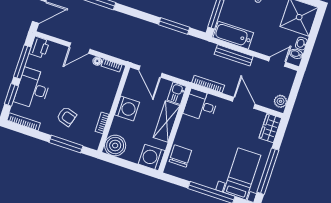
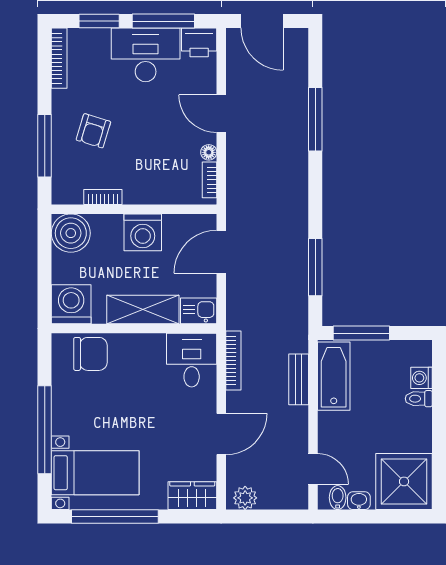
bench: (234, 55) -> (299, 379), width x0.73
desk: (33, 89) -> (146, 55), moved

